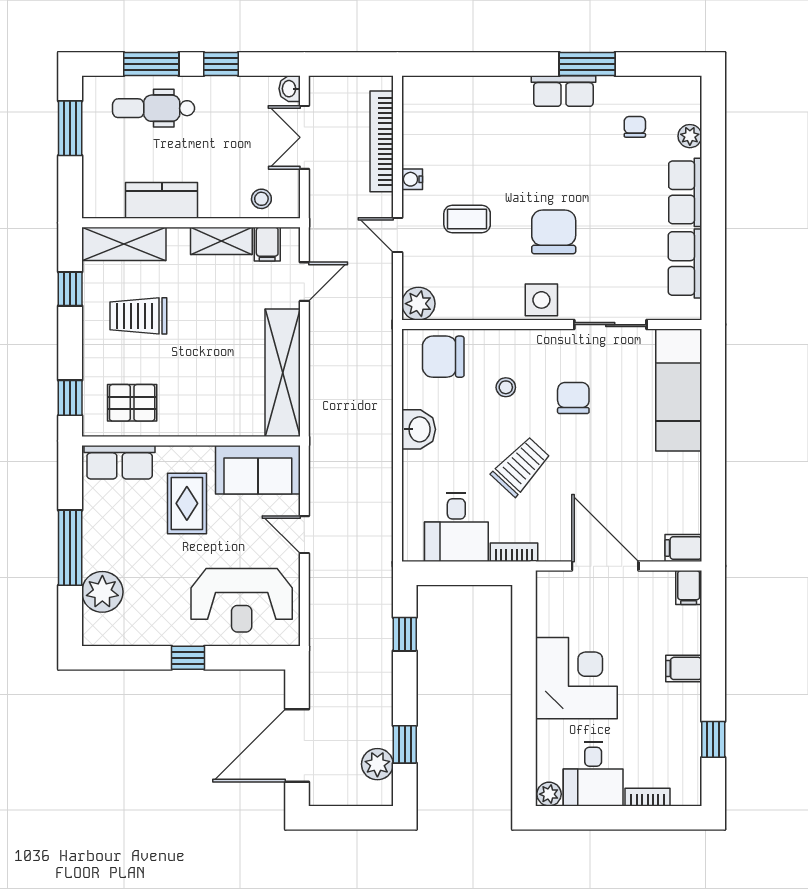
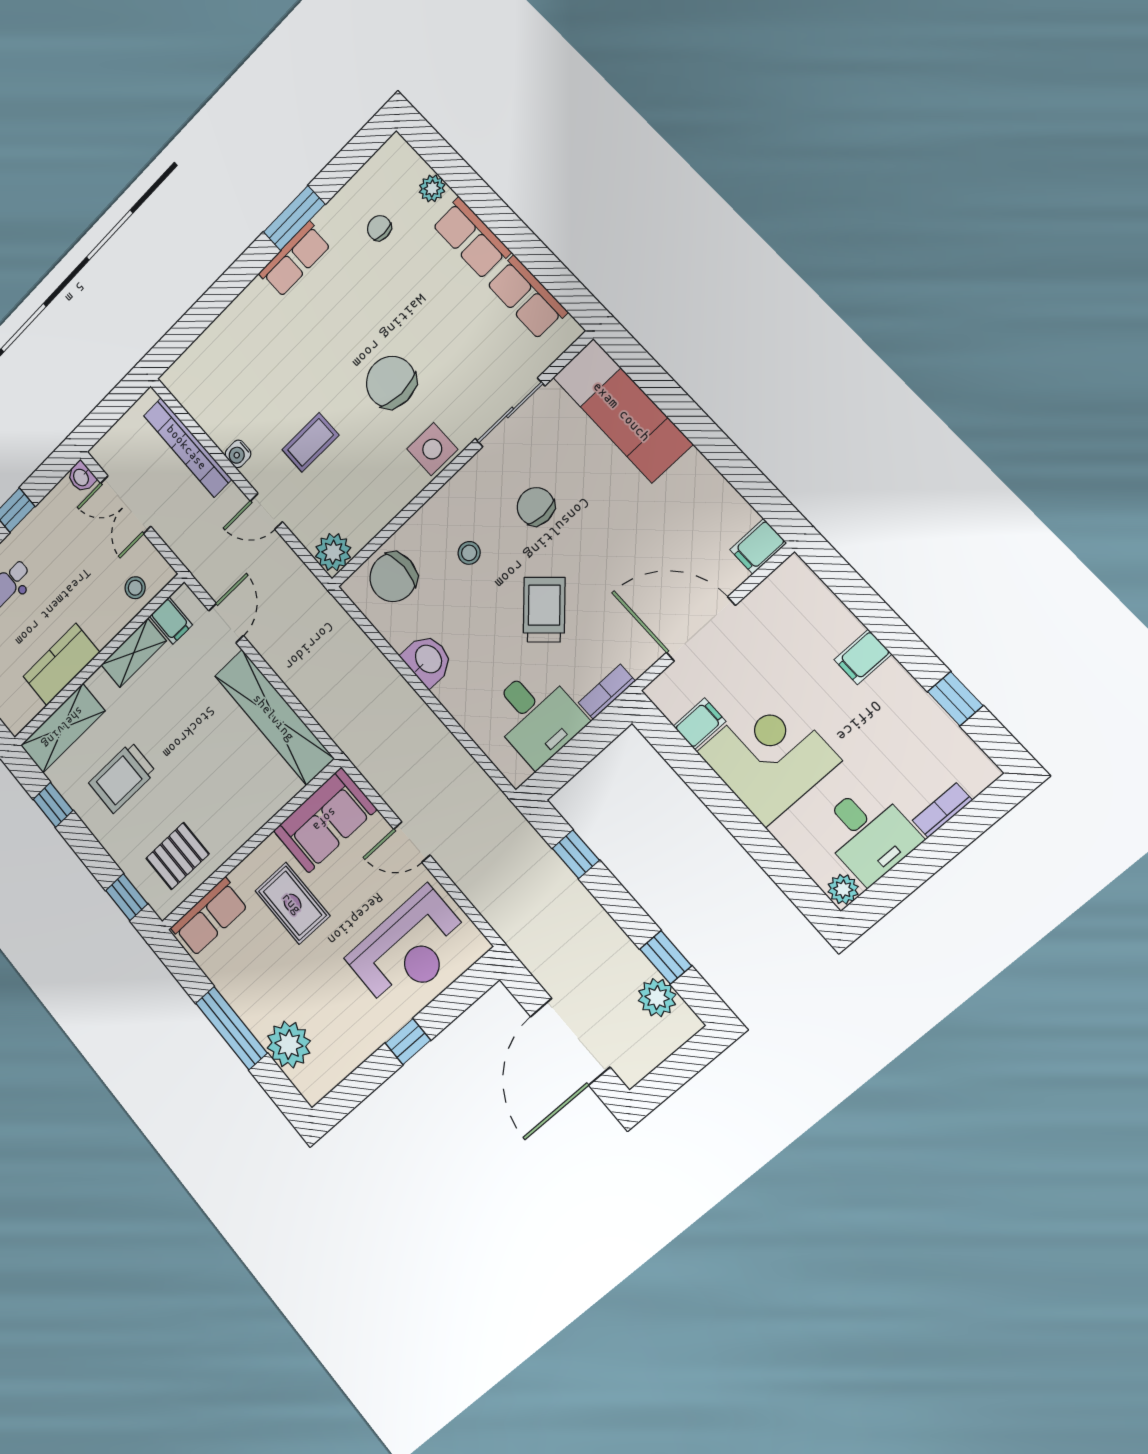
filing cabinet: (689, 588) -> (700, 724), moved, turned -90

